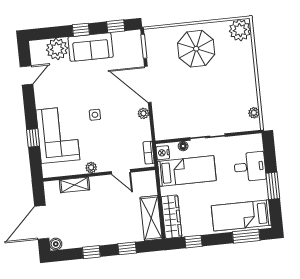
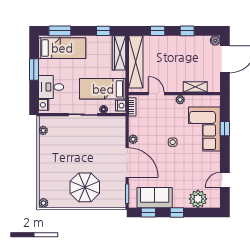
plant: (240, 30) -> (43, 203), width x0.53, depth x0.53
sofa: (91, 47) -> (155, 198), moved
nightstand: (257, 144) -> (44, 105), added
shelving: (151, 218) -> (136, 62), width x1.47

